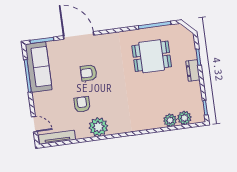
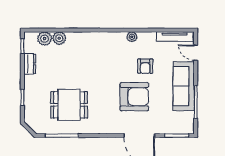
sofa: (39, 67) -> (184, 86), moved
dresser: (193, 71) -> (30, 64), moved
armchair: (89, 73) -> (134, 97), width x1.88, depth x1.88
plant: (98, 127) -> (132, 37), width x0.53, depth x0.53

